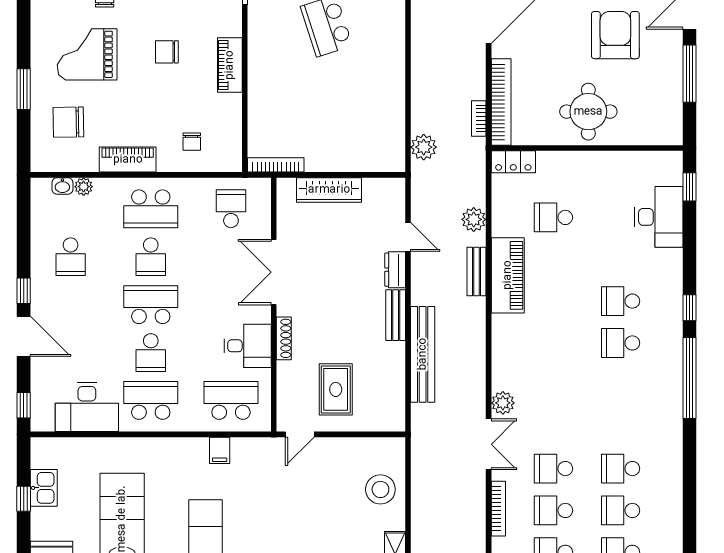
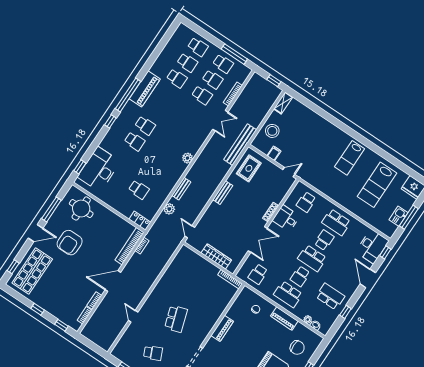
chair: (167, 52) -> (242, 349), removed
round table: (588, 112) -> (81, 208), moved
plant: (424, 147) -> (170, 249), removed
school desk: (151, 209) -> (288, 294), turned 180
desk: (659, 217) -> (99, 169), width x1.36, depth x1.30
door: (408, 237) -> (190, 232), moved
school desk: (71, 257) -> (330, 296), width x1.85
school desk: (151, 257) -> (300, 276), turned 180
dresser: (395, 270) -> (211, 210), removed
piano: (508, 275) -> (145, 89), moved, turned 180
window: (24, 291) -> (345, 312), moved
bench: (423, 354) -> (240, 145), moved
rug: (336, 389) -> (249, 168), moved
school desk: (231, 400) -> (306, 202), width x0.54
plant: (503, 403) -> (187, 158), moved
desk: (87, 407) -> (372, 246), moved, turned 90
double door: (489, 444) -> (220, 121), swing flipped
filing cabinet: (220, 450) -> (274, 153), moved
window: (24, 499) -> (409, 217), width x2.17

